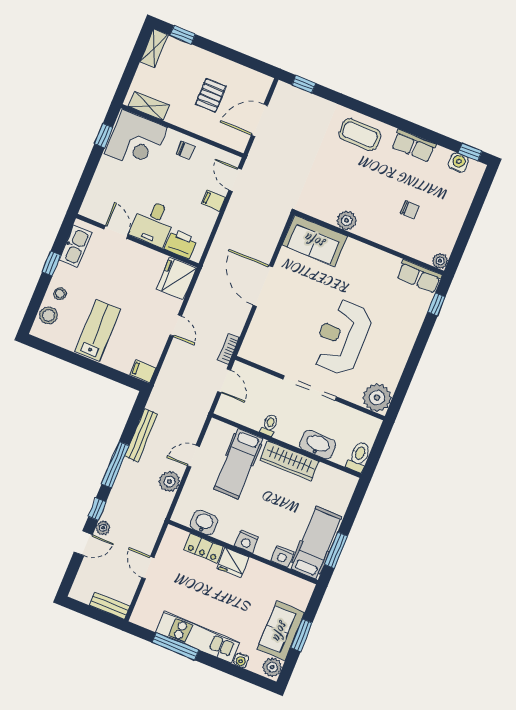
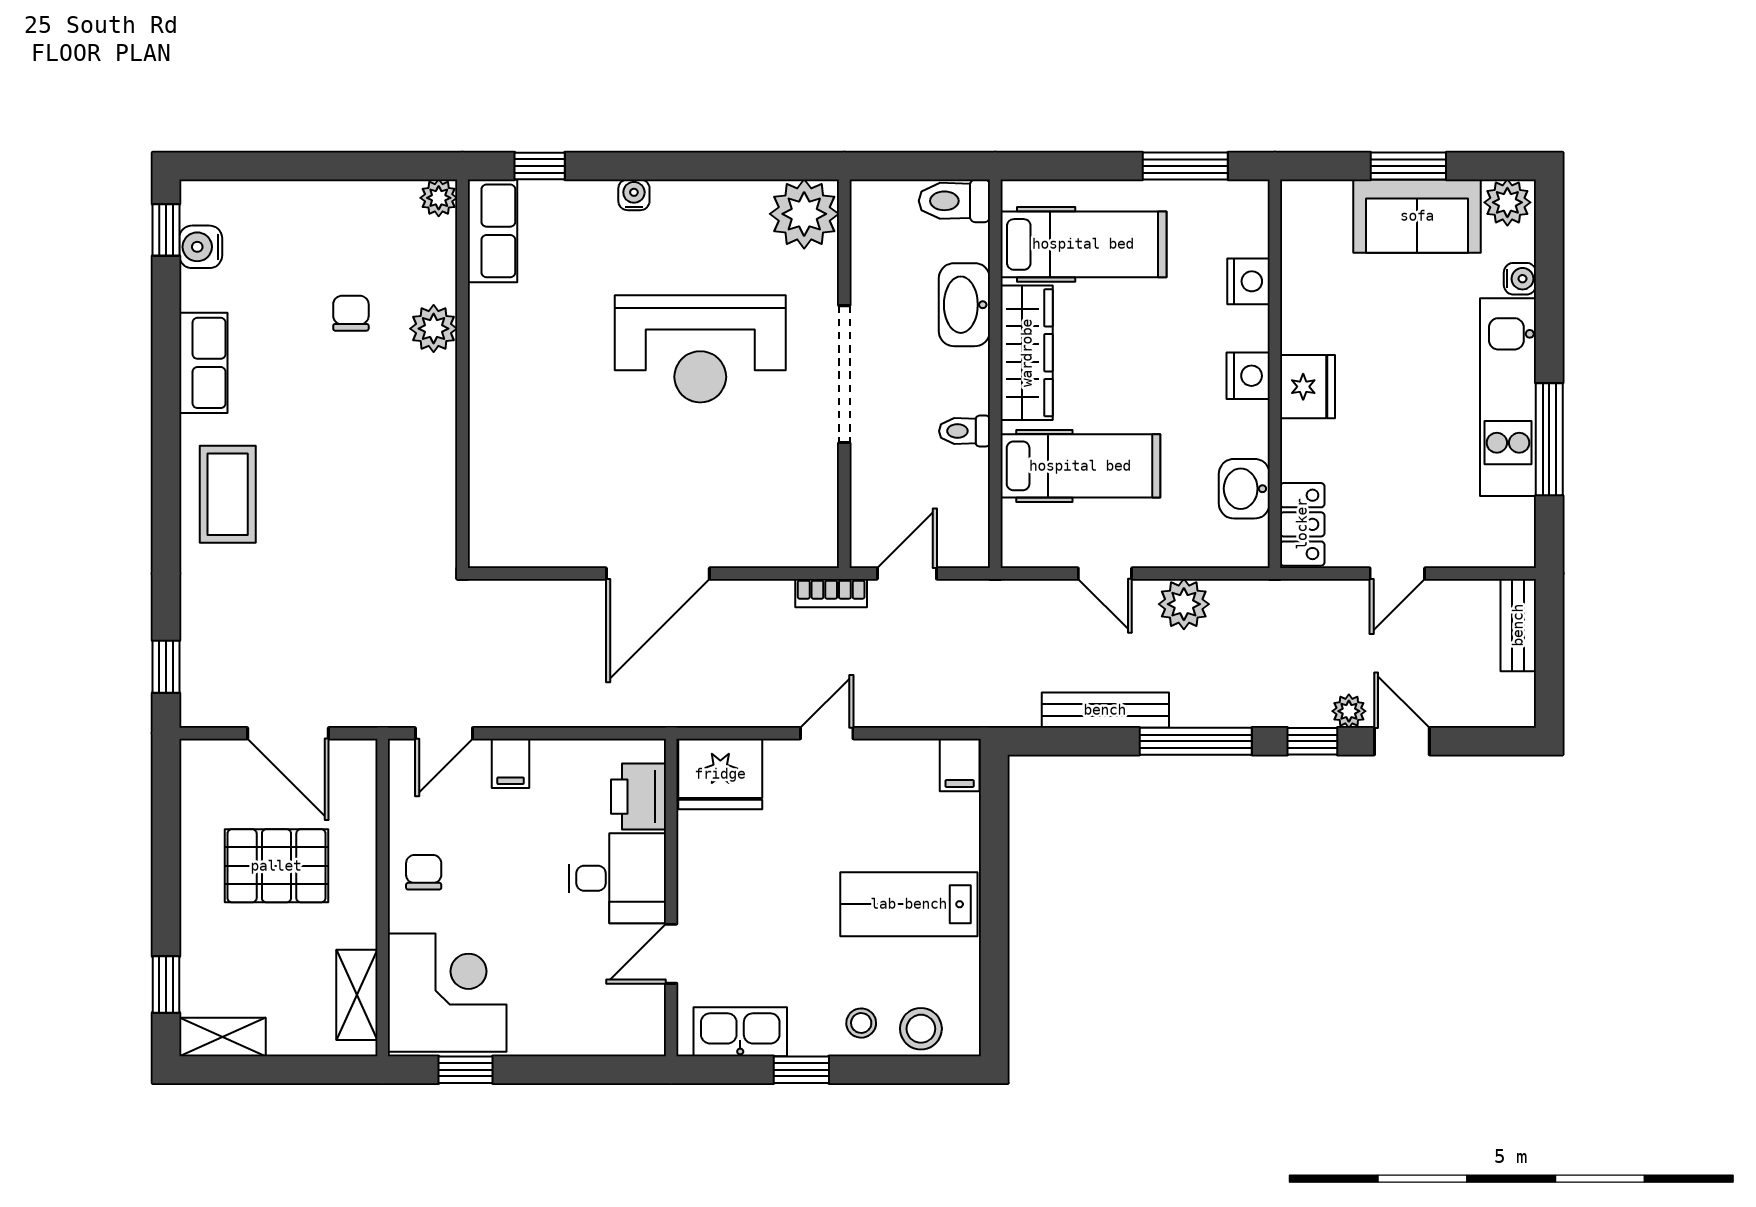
pallet: (211, 95) -> (276, 866), width x1.50, depth x1.42
plant: (347, 221) -> (434, 329), moved
sofa: (315, 241) -> (508, 499), removed
water cooler: (411, 336) -> (634, 195), added
hospital bed: (316, 543) -> (1083, 244), moved, turned 180
locker: (204, 548) -> (1302, 524), moved

